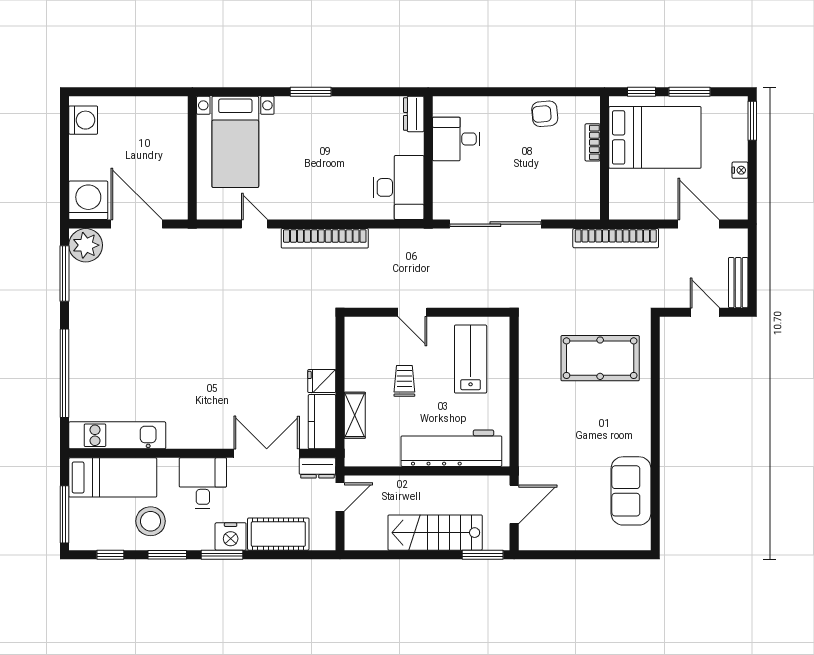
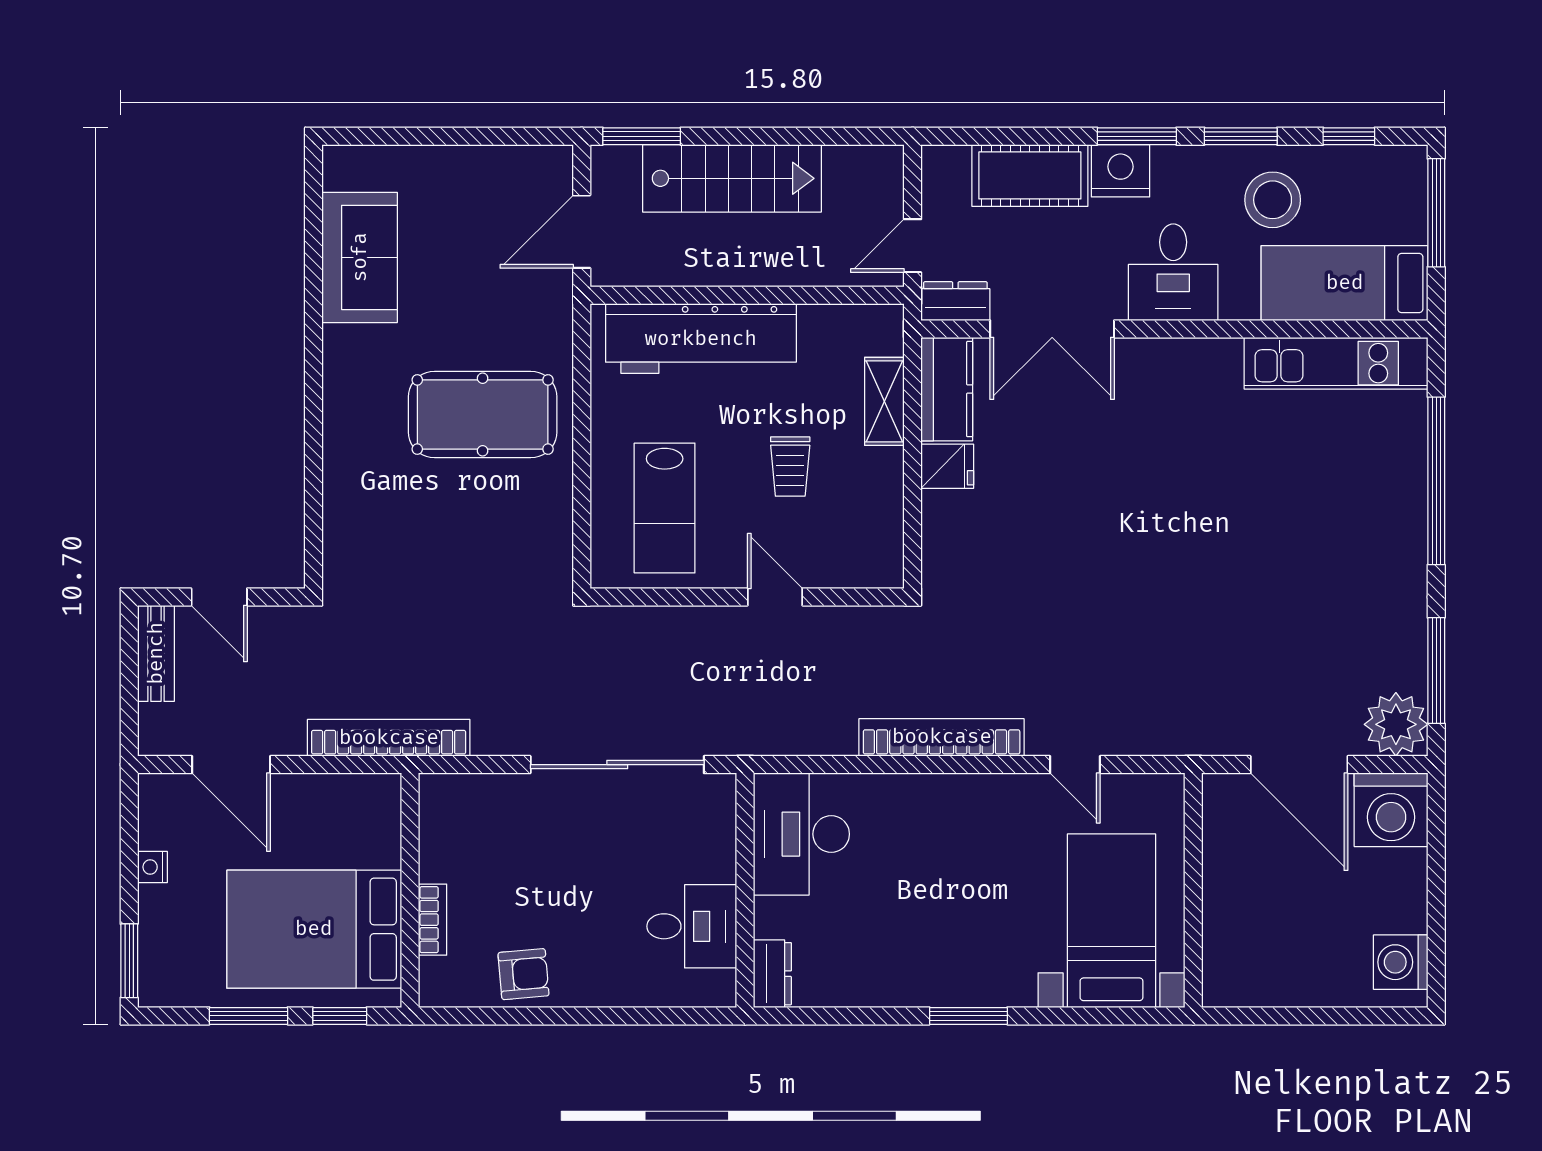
pool table: (600, 358) -> (483, 414), moved

